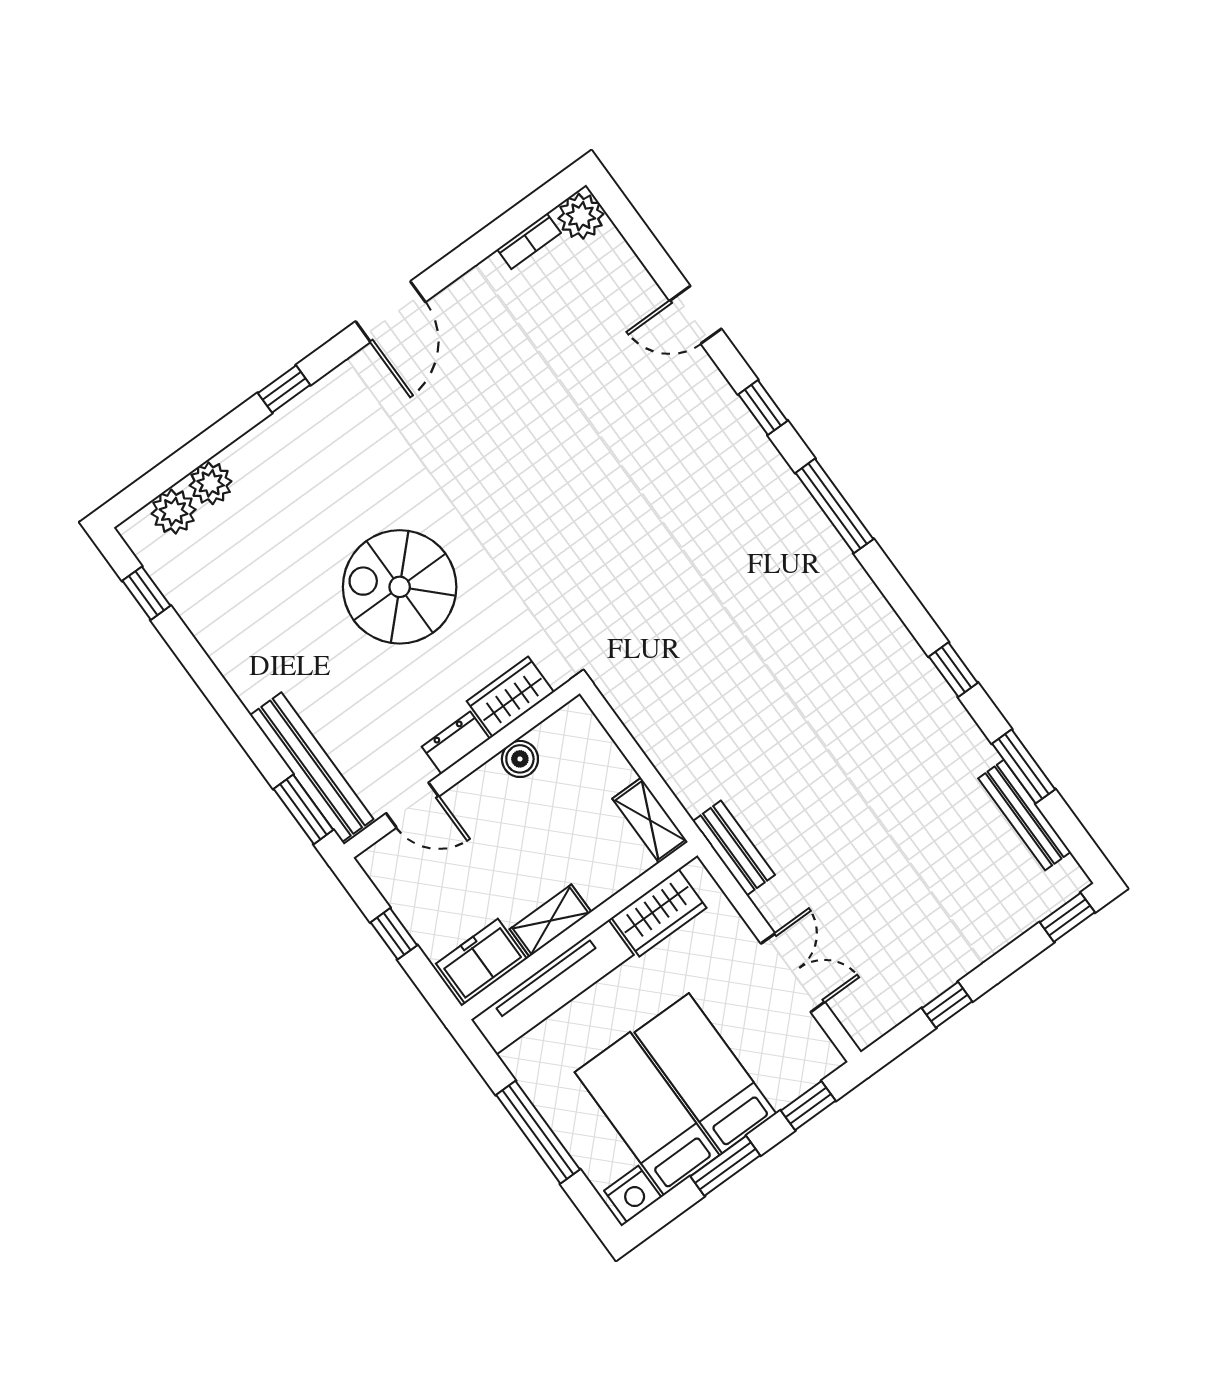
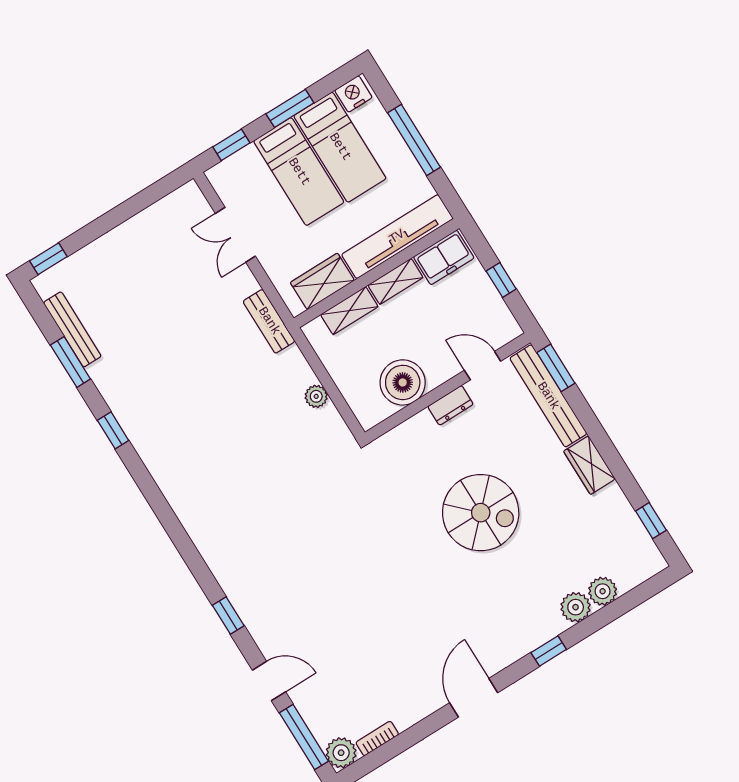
window: (834, 506) -> (304, 737), moved
plant: (174, 512) -> (576, 607), moved
wardrobe: (510, 697) -> (589, 465), moved, turned 90
plant: (656, 742) -> (316, 396), added
boiler: (520, 759) -> (403, 382), width x1.86, depth x1.86
shelving: (650, 820) -> (349, 311), moved, turned 90
window: (947, 1005) -> (133, 206), removed

